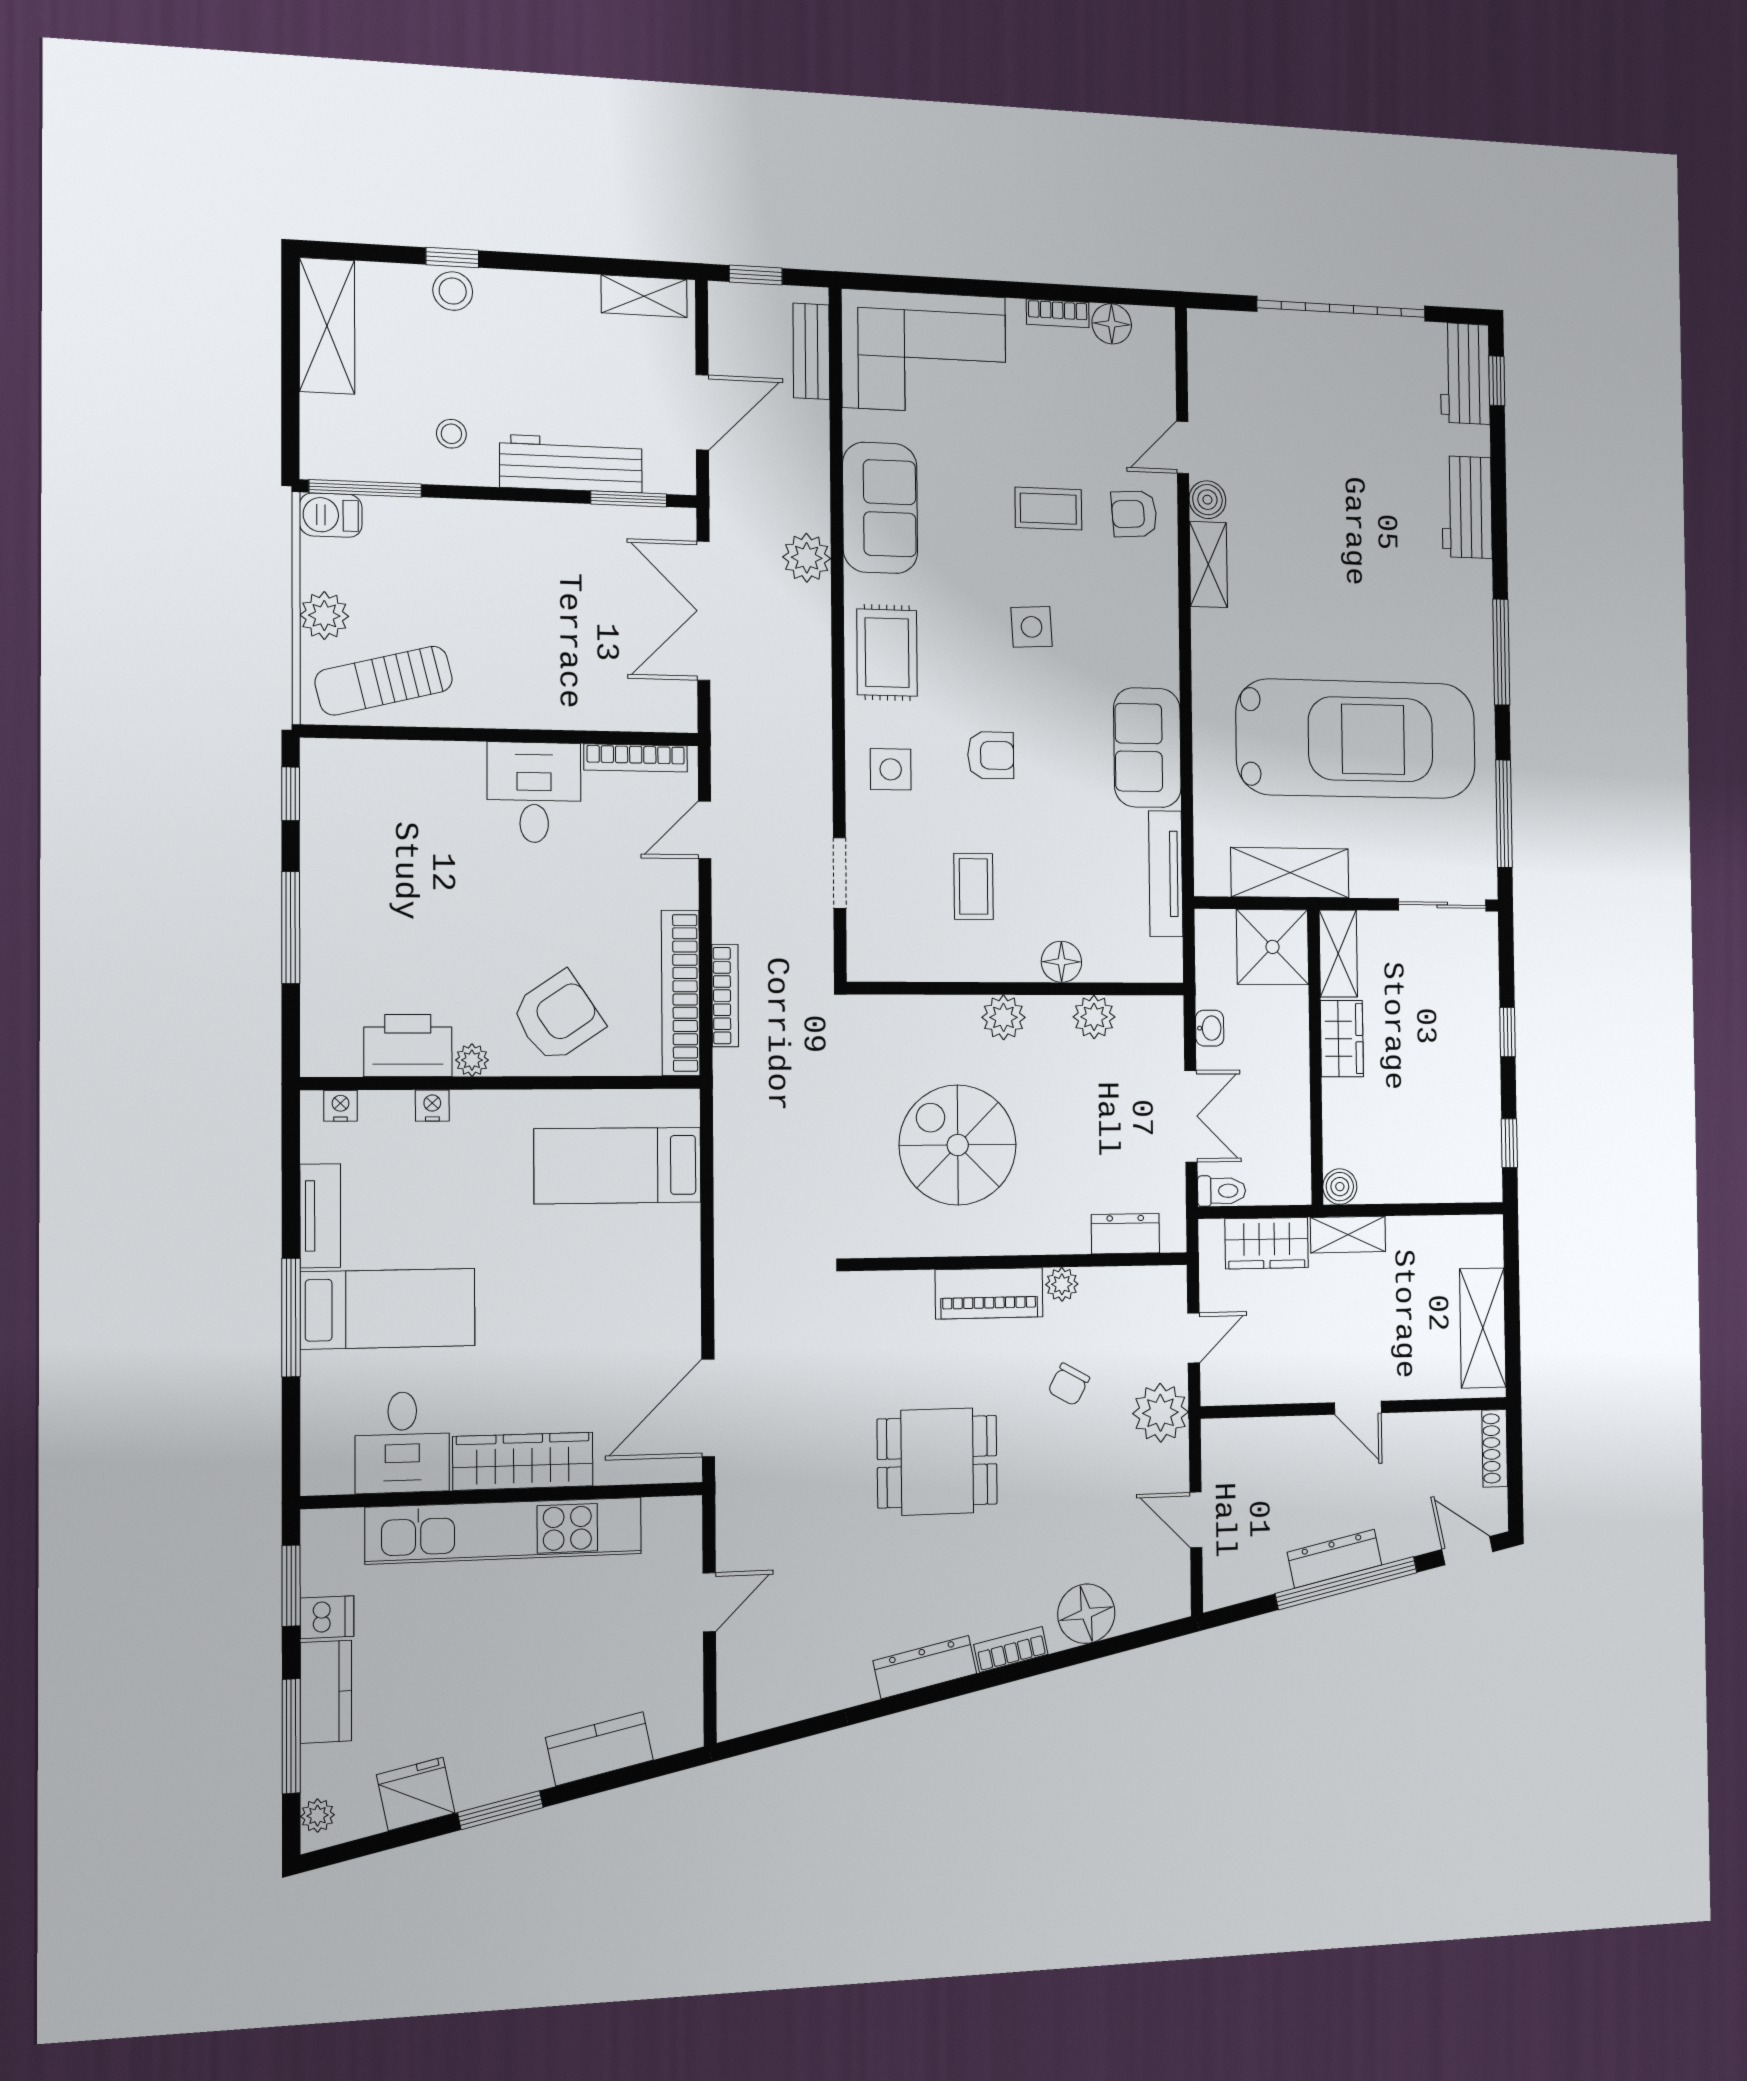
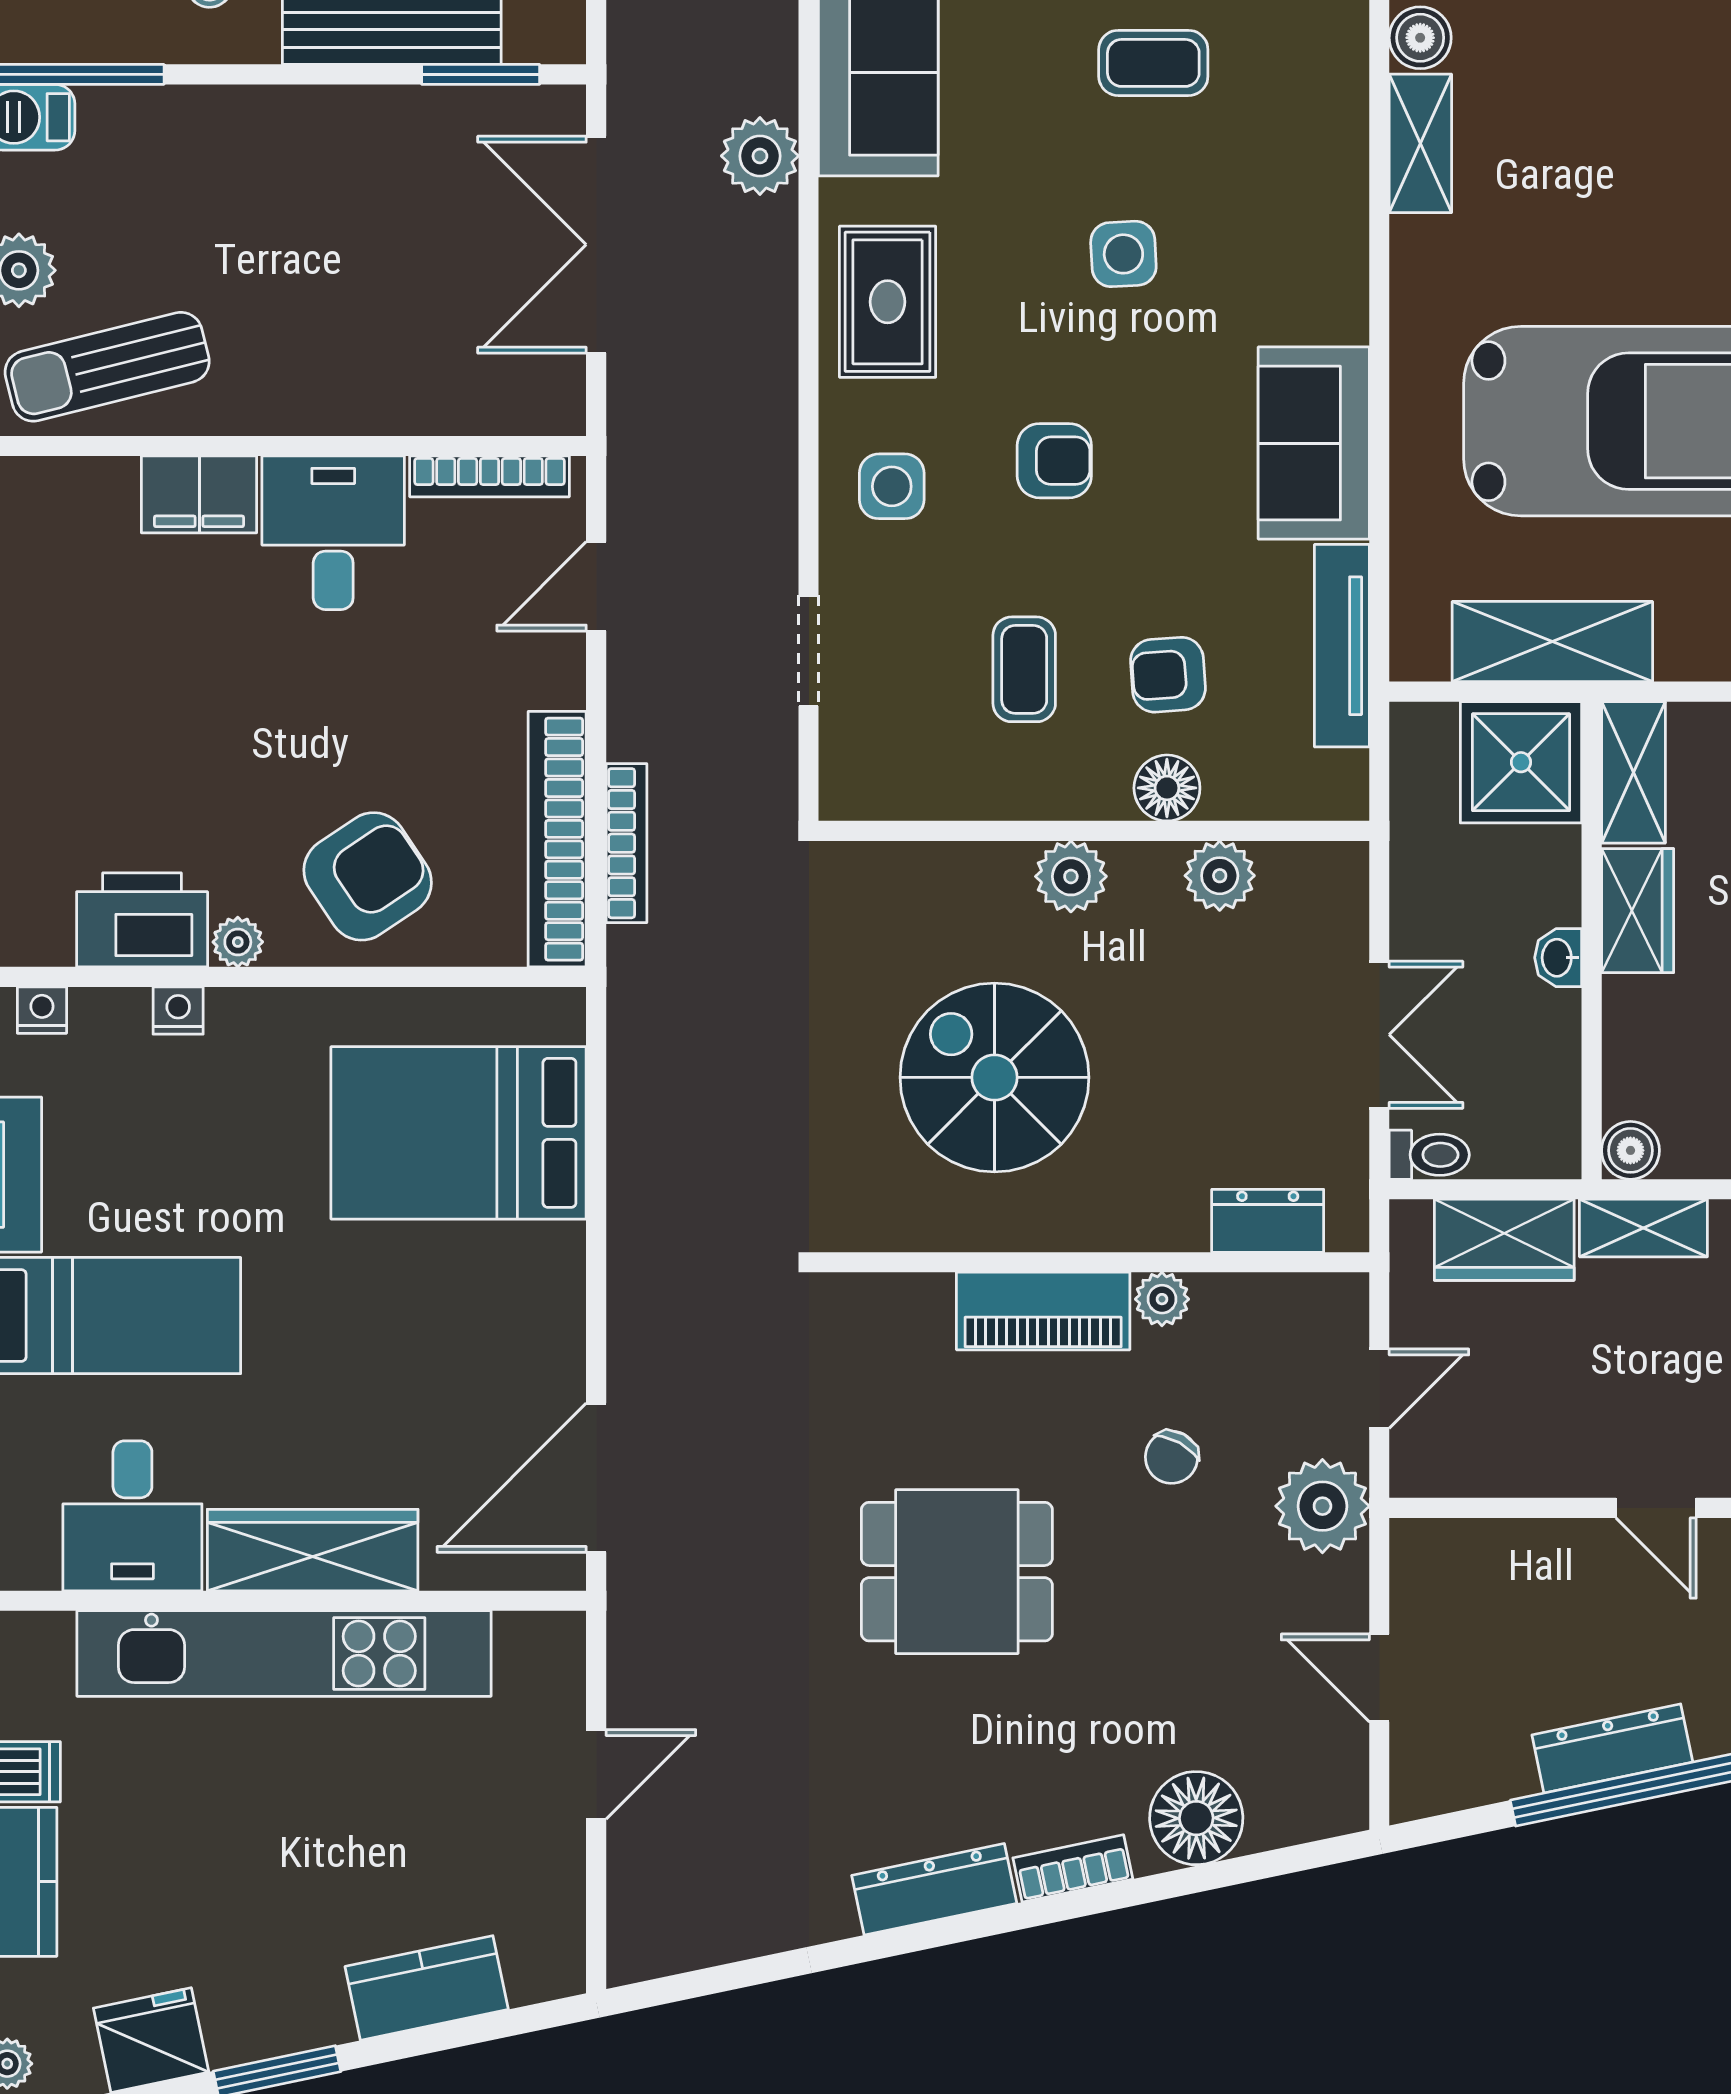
armchair: (1134, 514) -> (1168, 675), moved
filing cabinet: (445, 766) -> (199, 494), added
washbasin: (1210, 1028) -> (1558, 958), moved, turned 180
bed: (618, 1166) -> (459, 1133), width x1.50

